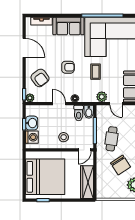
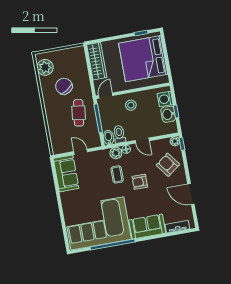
coffee table: (96, 72) -> (117, 174), moved
plant: (102, 97) -> (116, 153), moved

